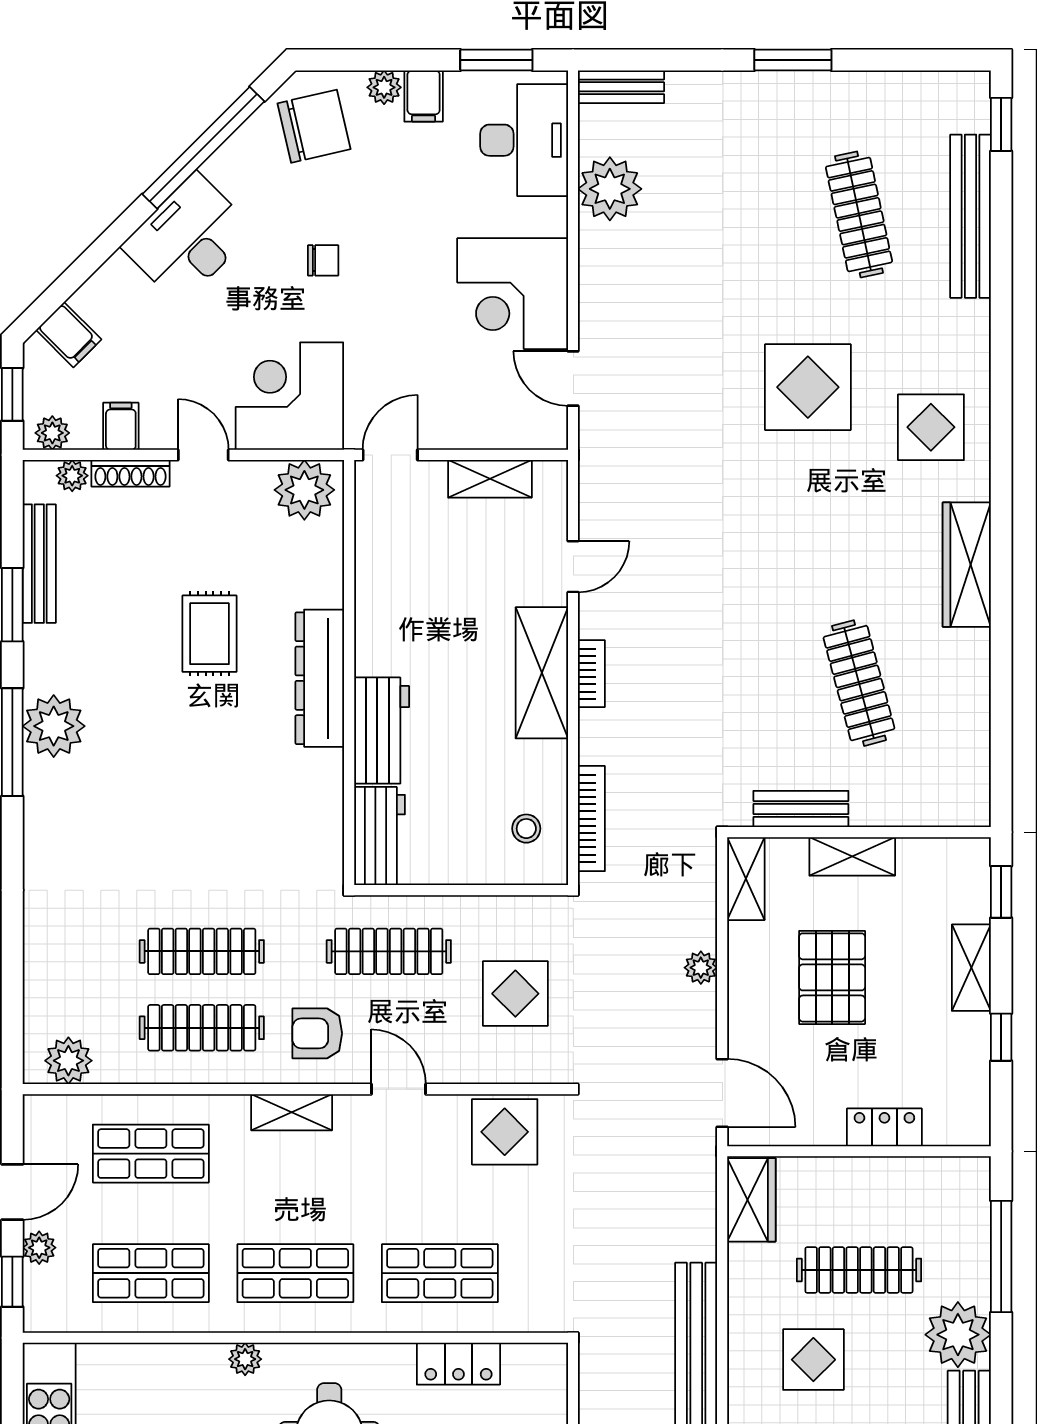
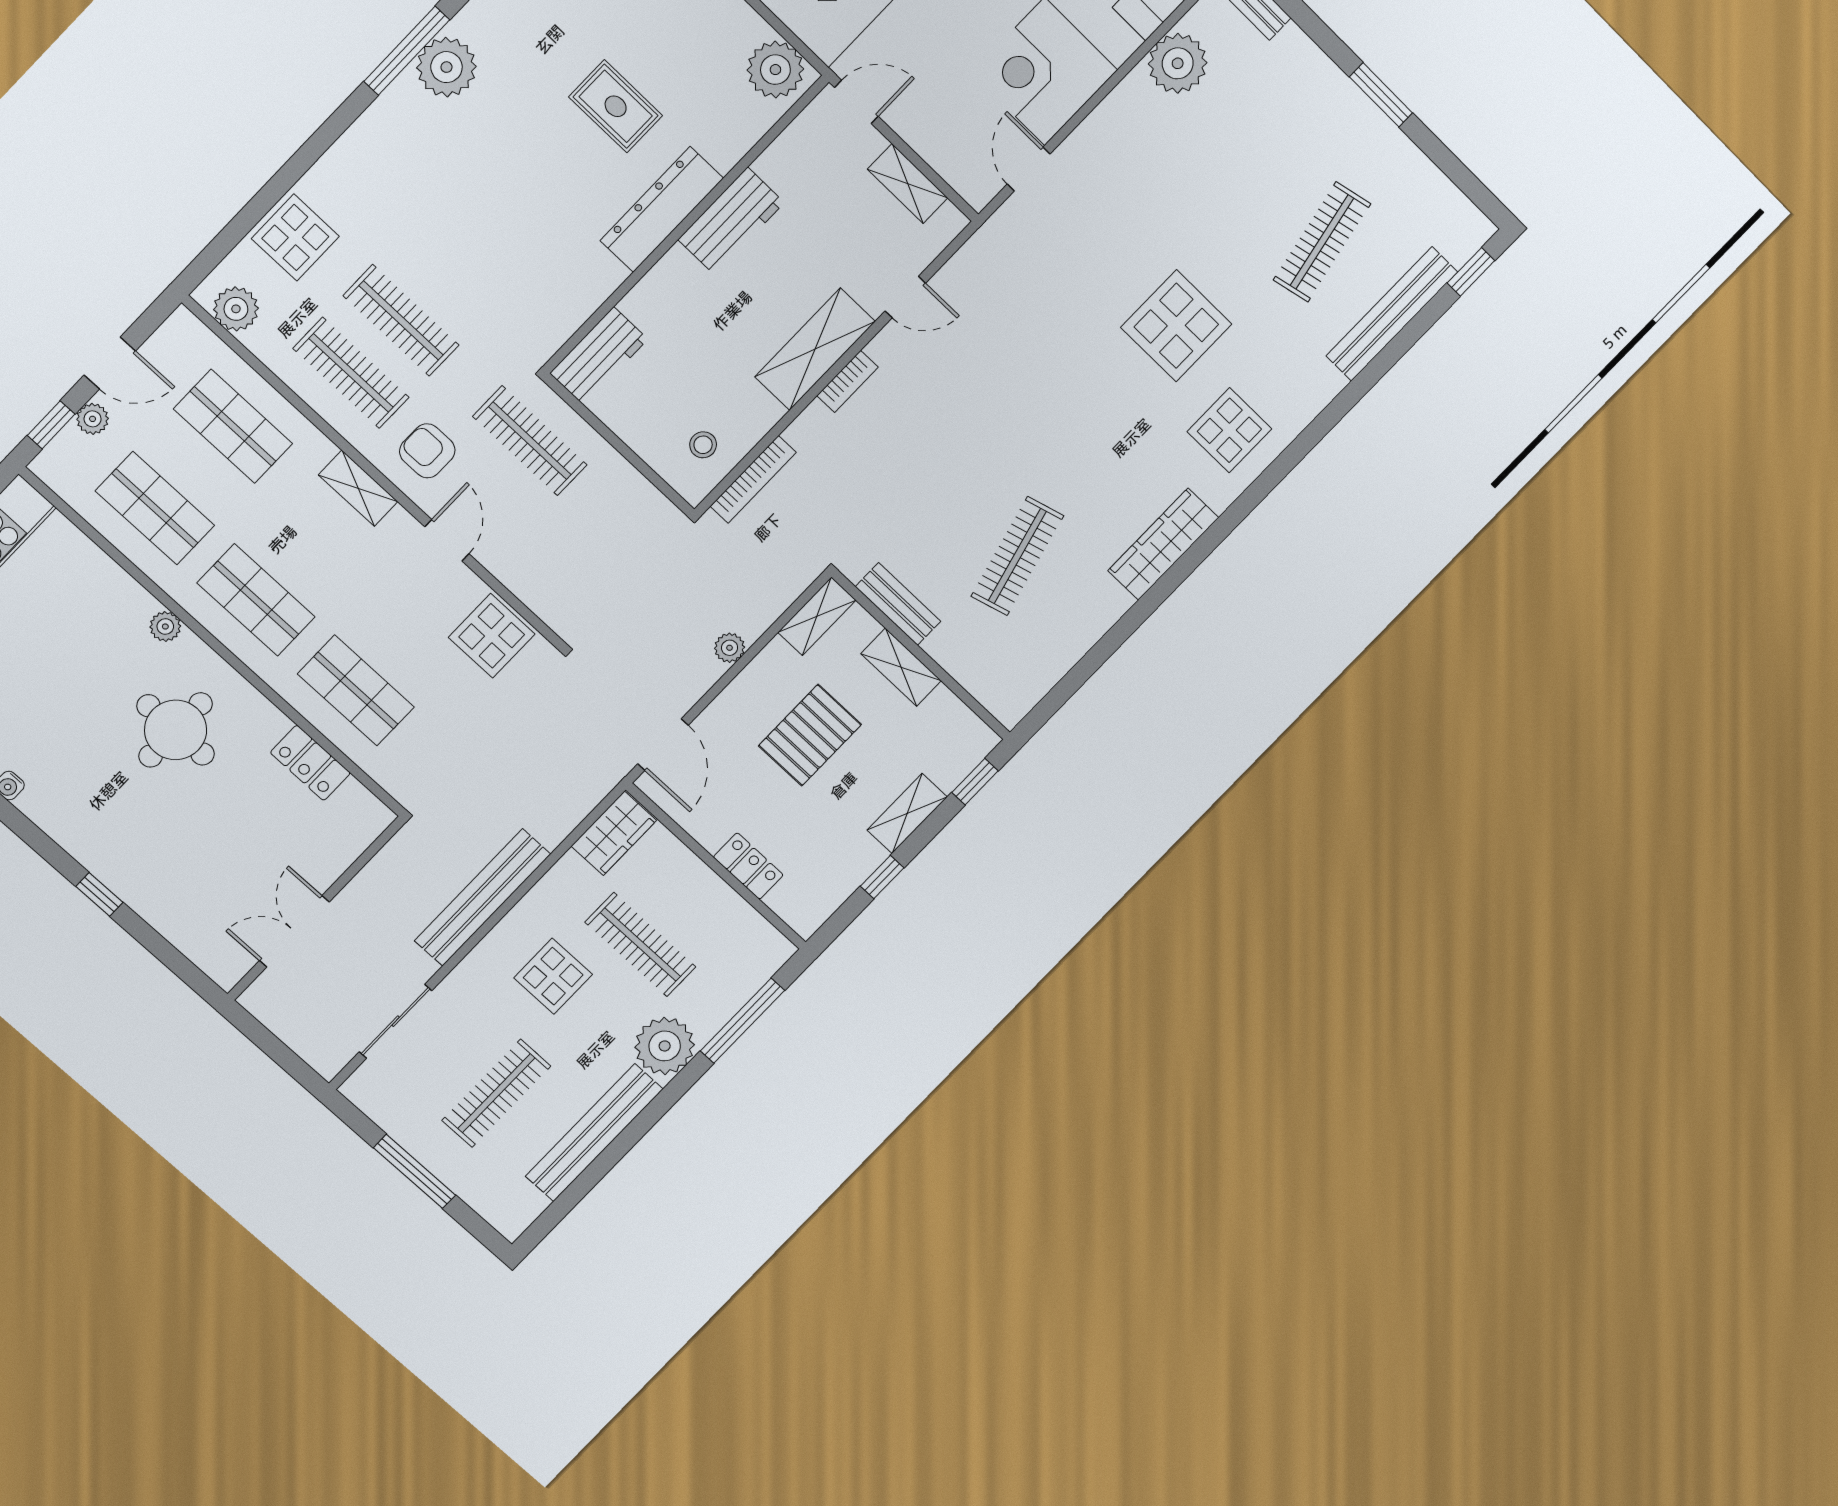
rug: (210, 634) -> (616, 106), turned 90
workbench: (382, 731) -> (731, 221), moved
display table: (515, 994) -> (295, 238), moved

